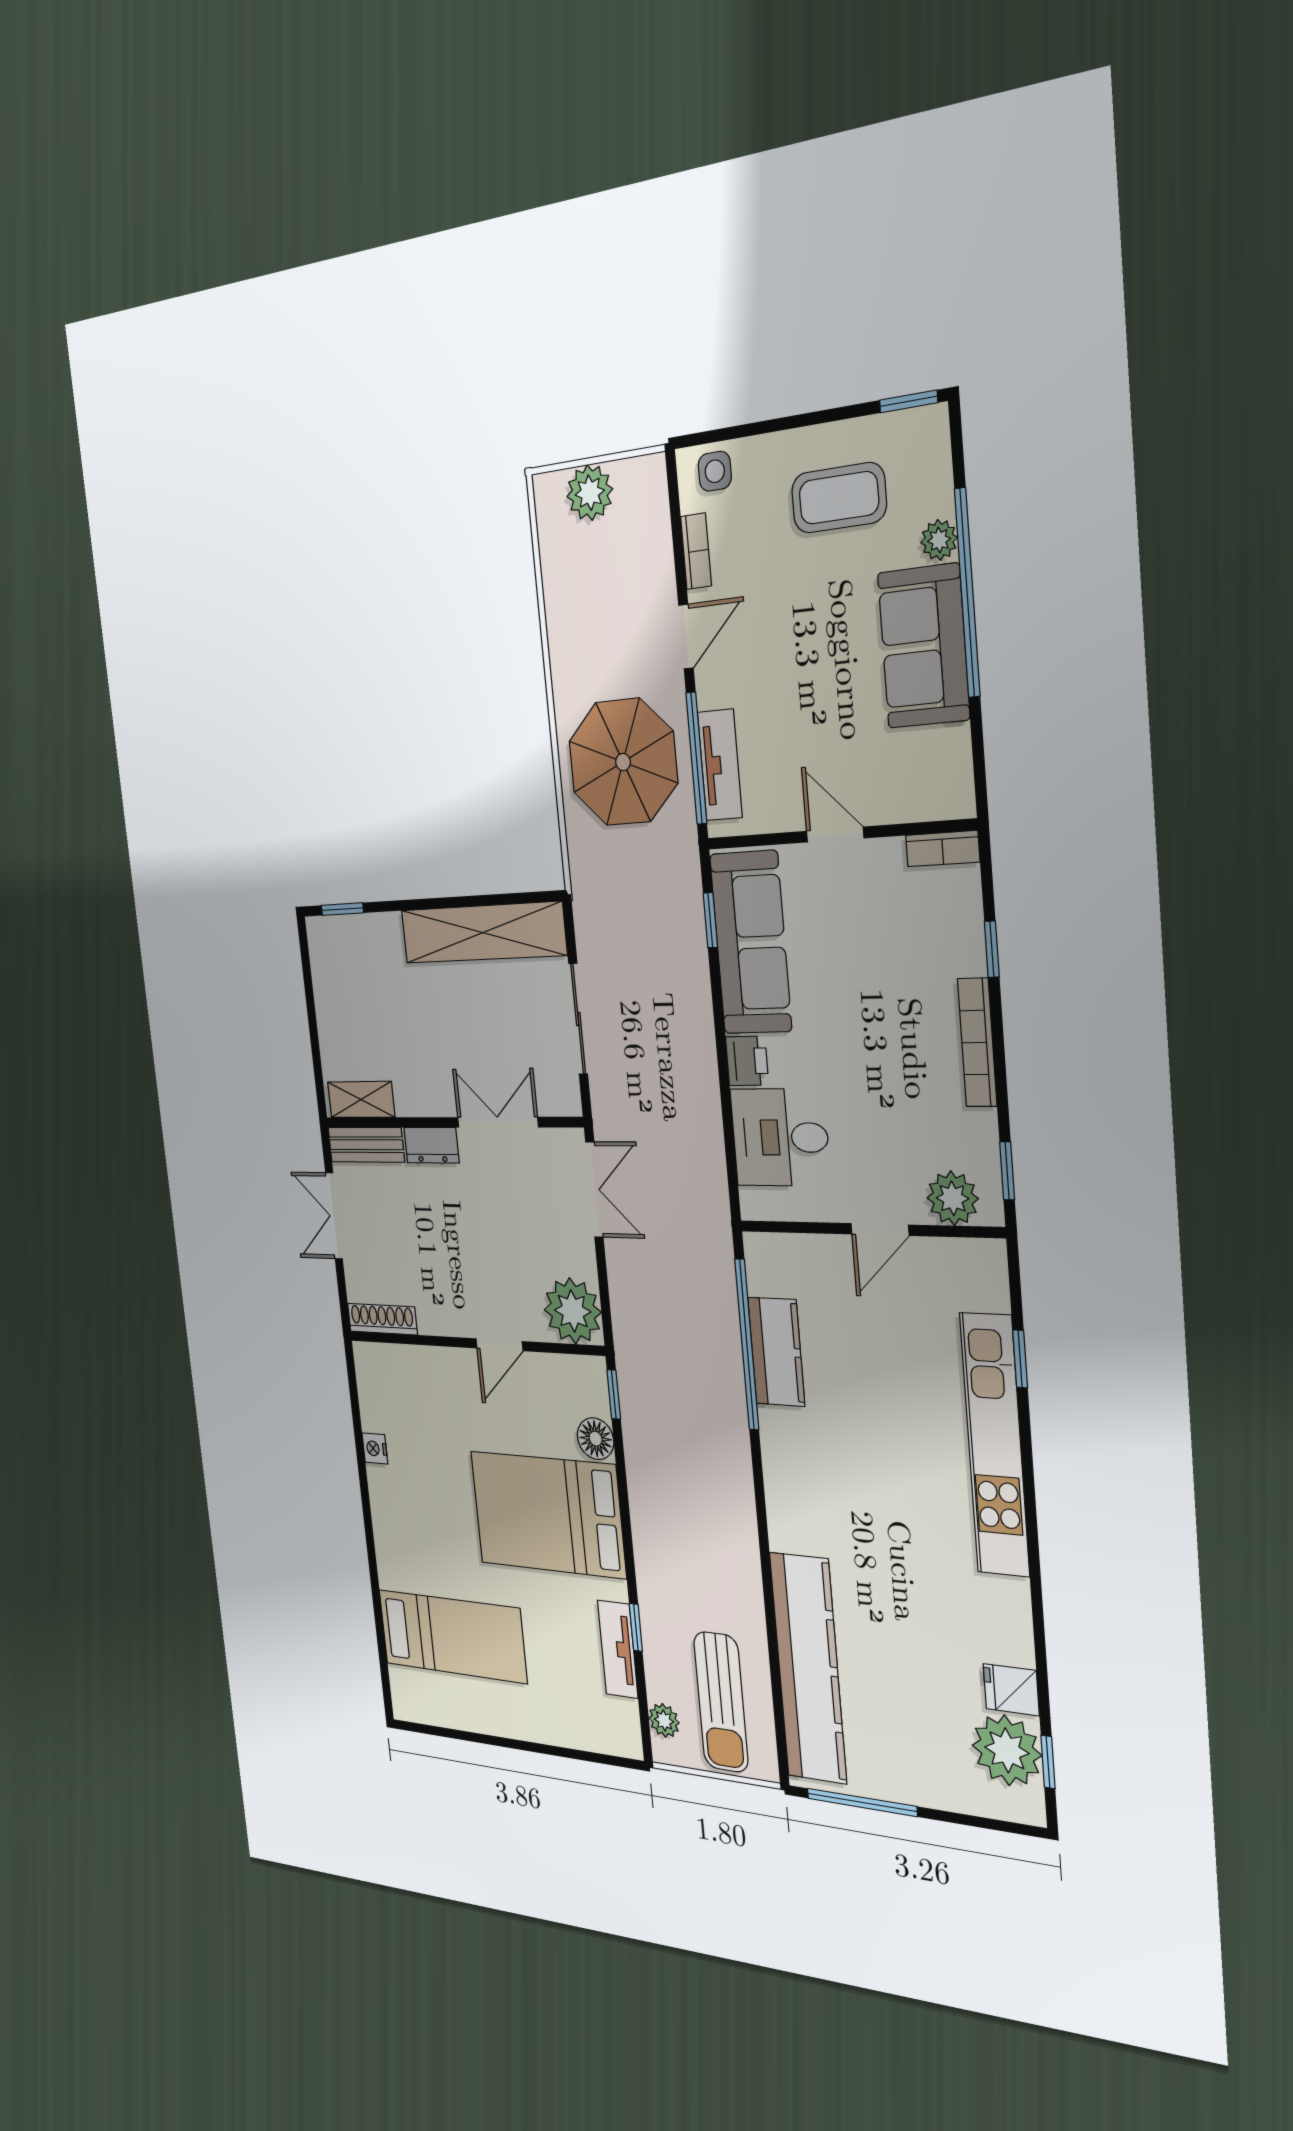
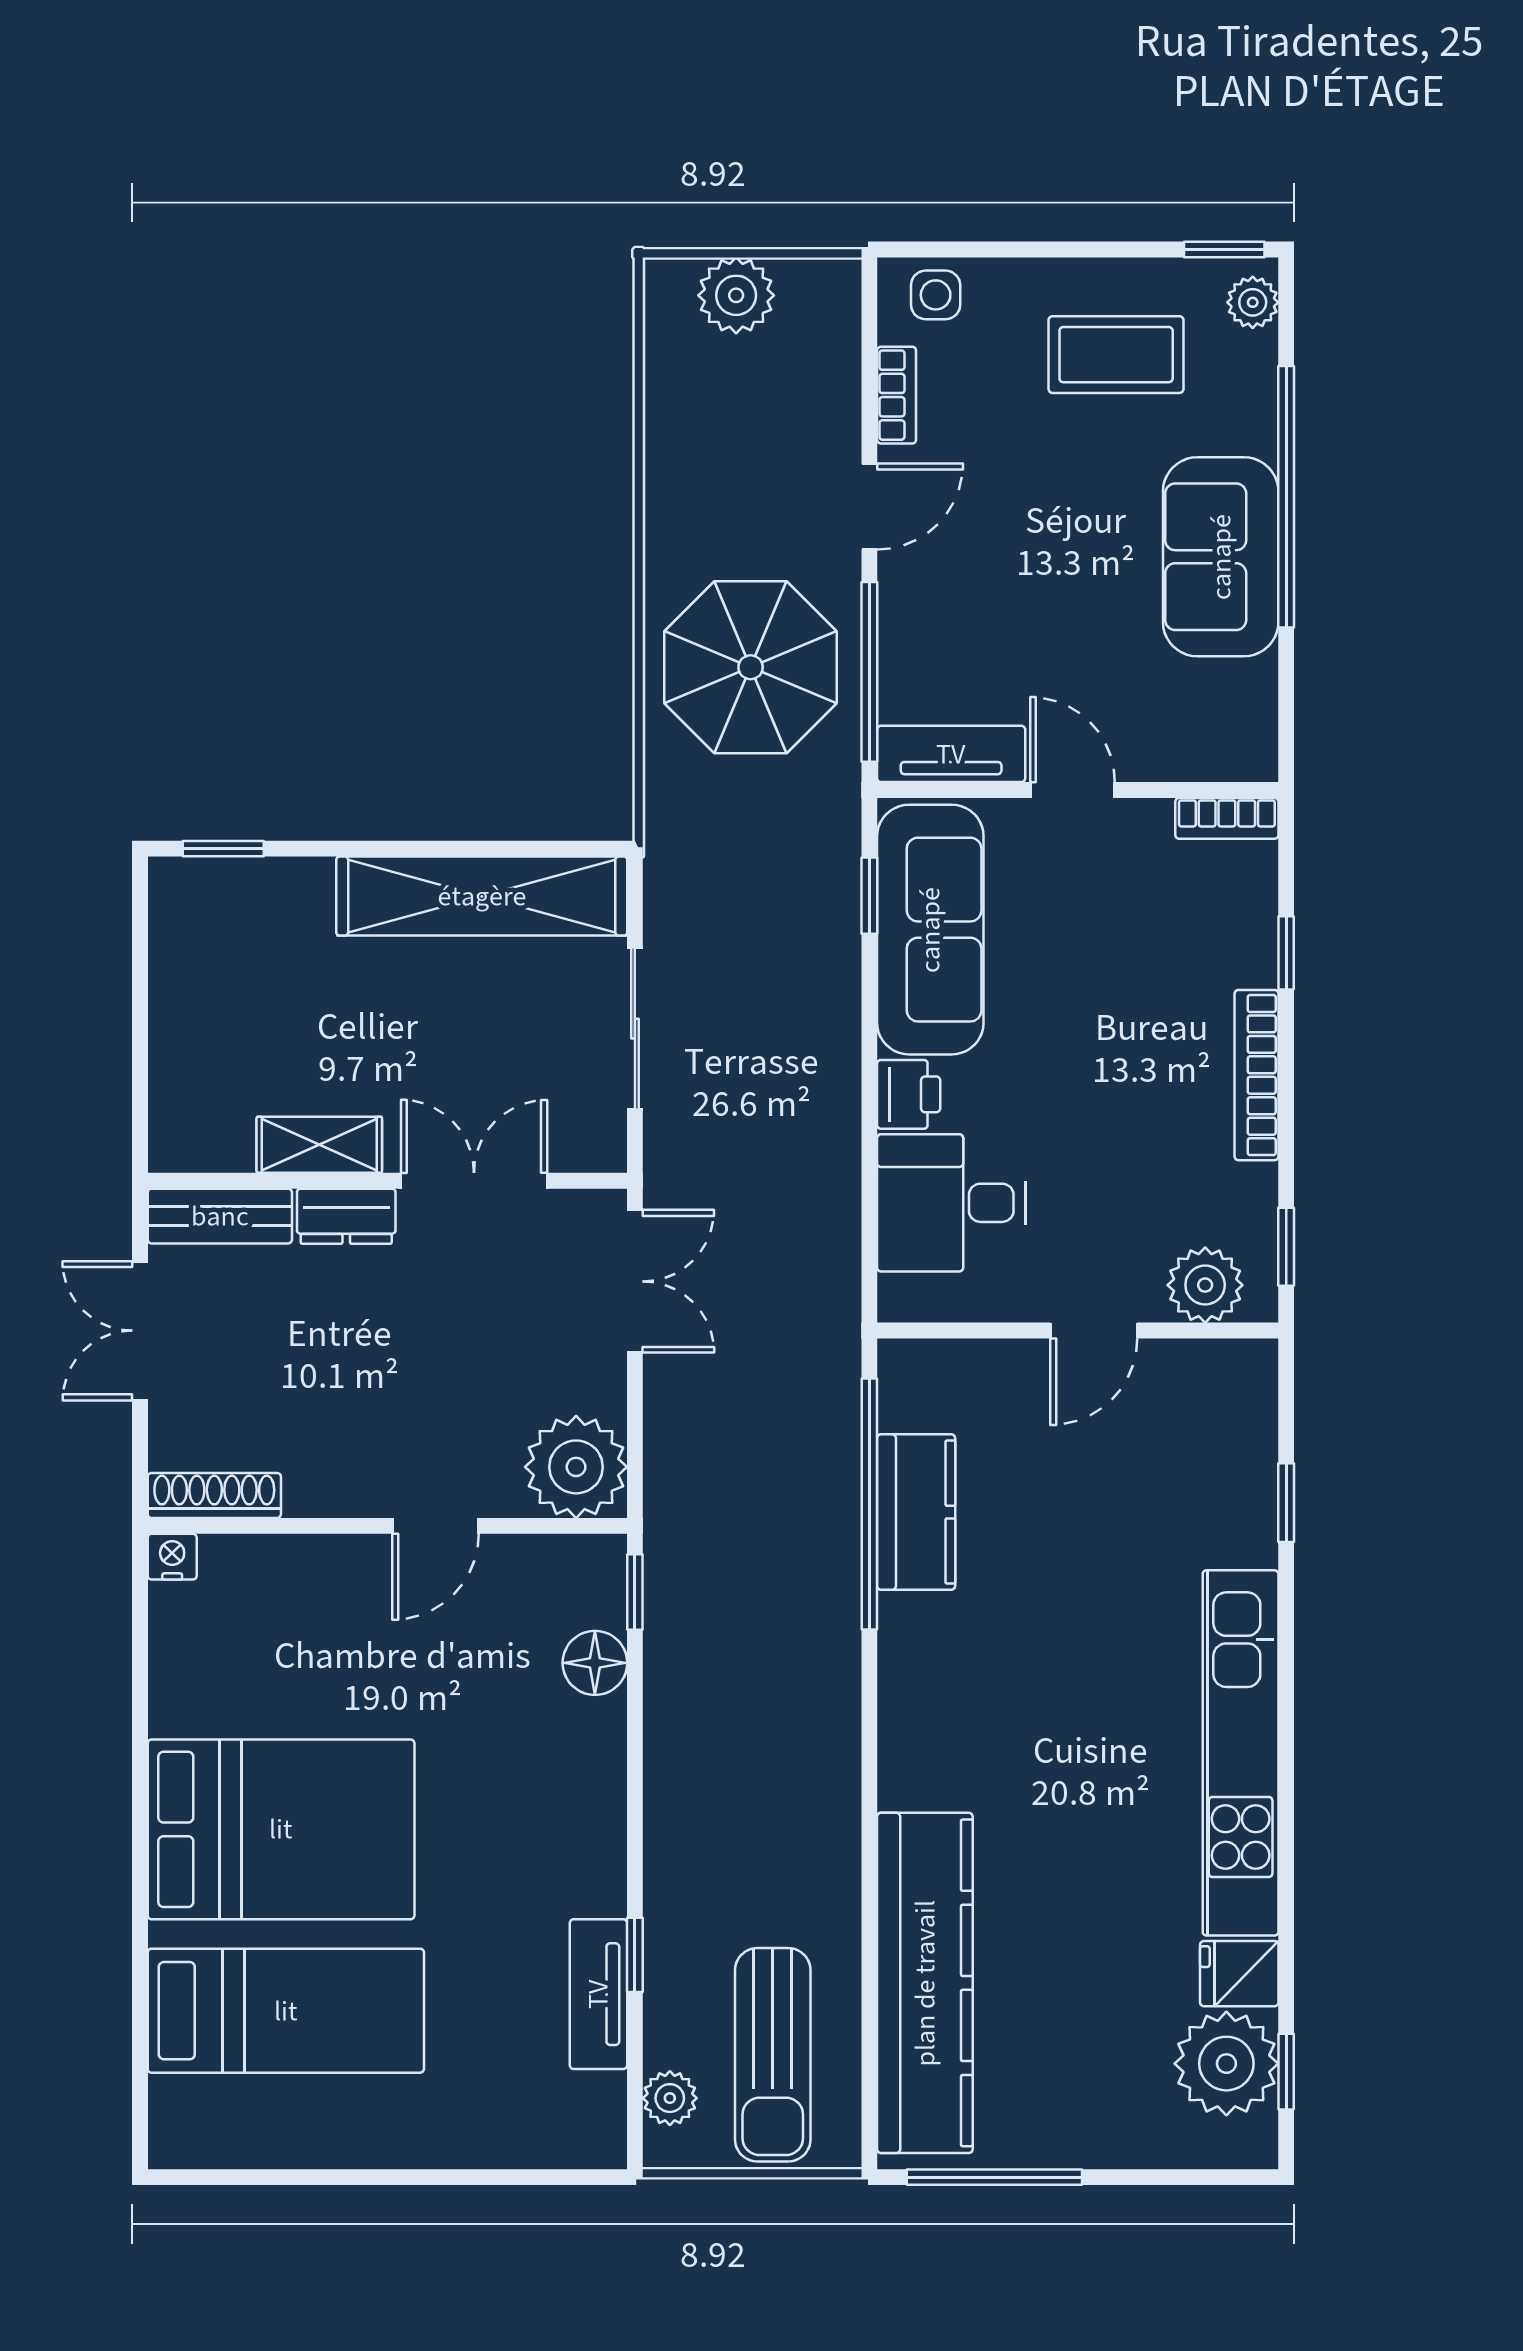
plant: (939, 540) -> (1253, 302), moved
tv unit: (720, 765) -> (951, 754), moved, turned -90
shelving: (361, 1100) -> (319, 1145), moved
kitchen unit: (995, 1445) -> (1241, 1753), moved
nightstand: (375, 1448) -> (172, 1557), moved, turned 90
bed: (548, 1514) -> (281, 1829), moved, turned 180

